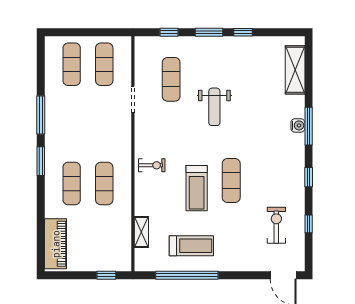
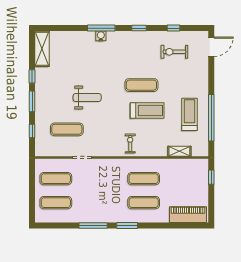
shelving: (295, 70) -> (42, 49), moved, turned 90

